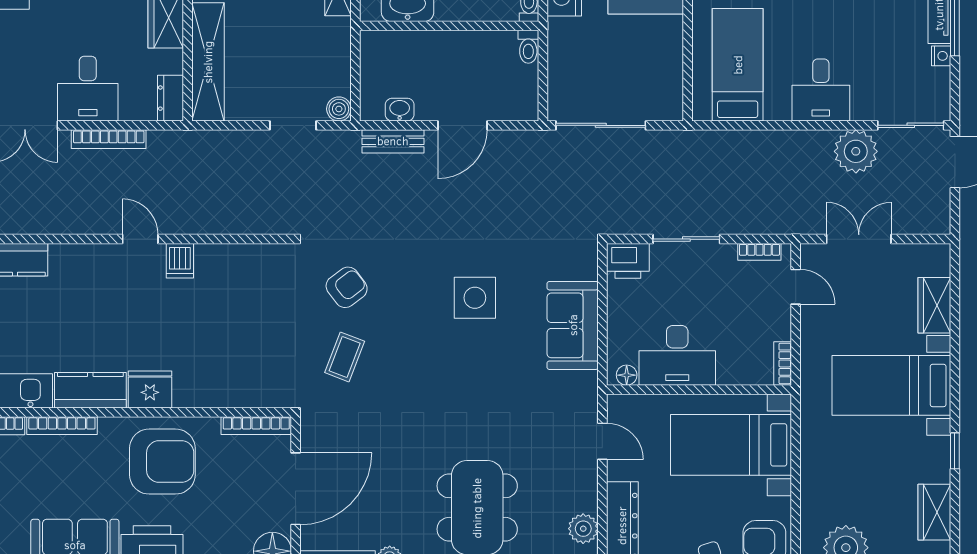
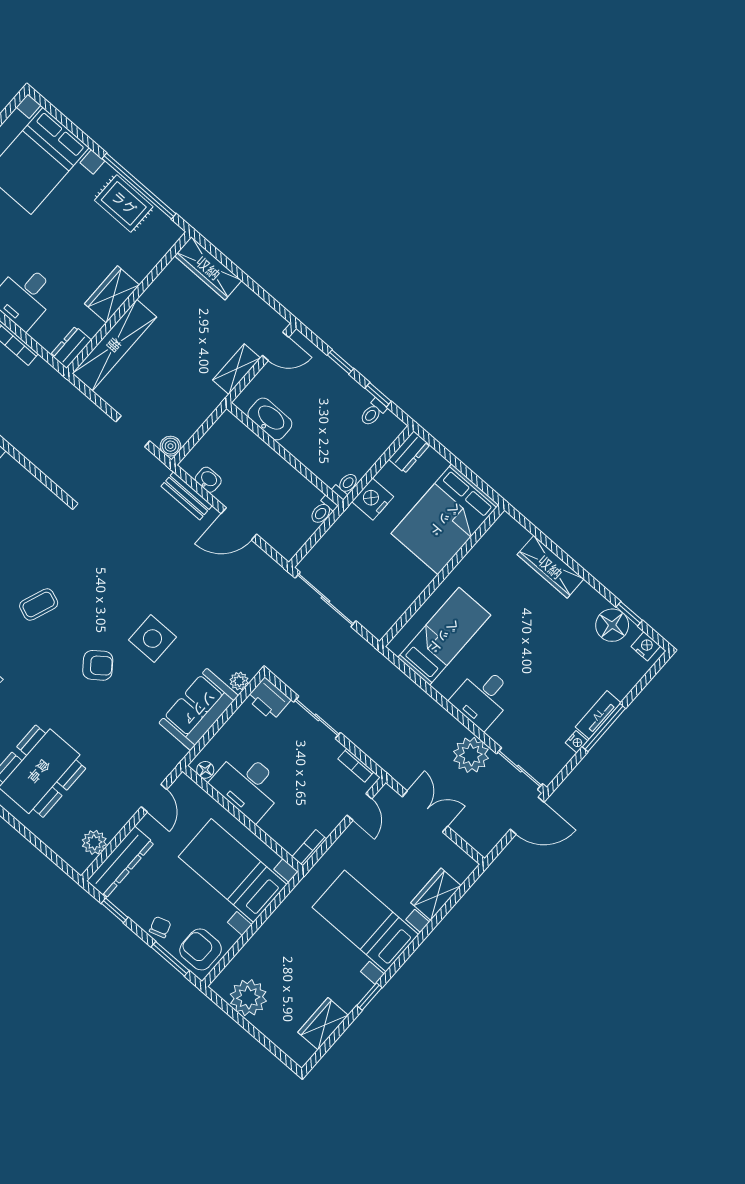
plant: (587, 268) -> (239, 681), added
armchair: (347, 287) -> (98, 665), moved

